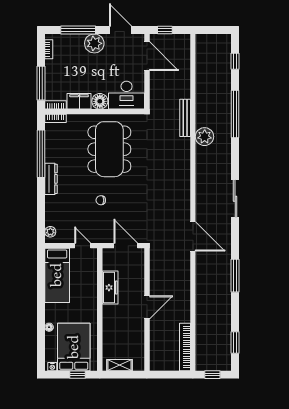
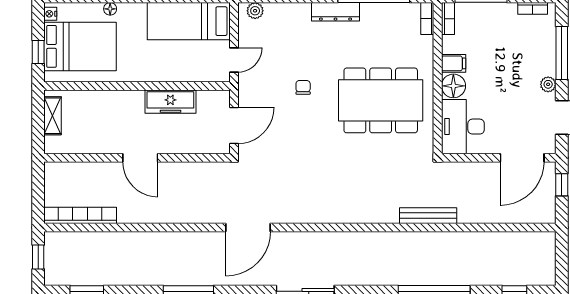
plant: (94, 43) -> (548, 84), width x0.53, depth x0.53
filing cabinet: (79, 101) -> (454, 63), width x0.50
plant: (205, 137) -> (400, 245), removed

